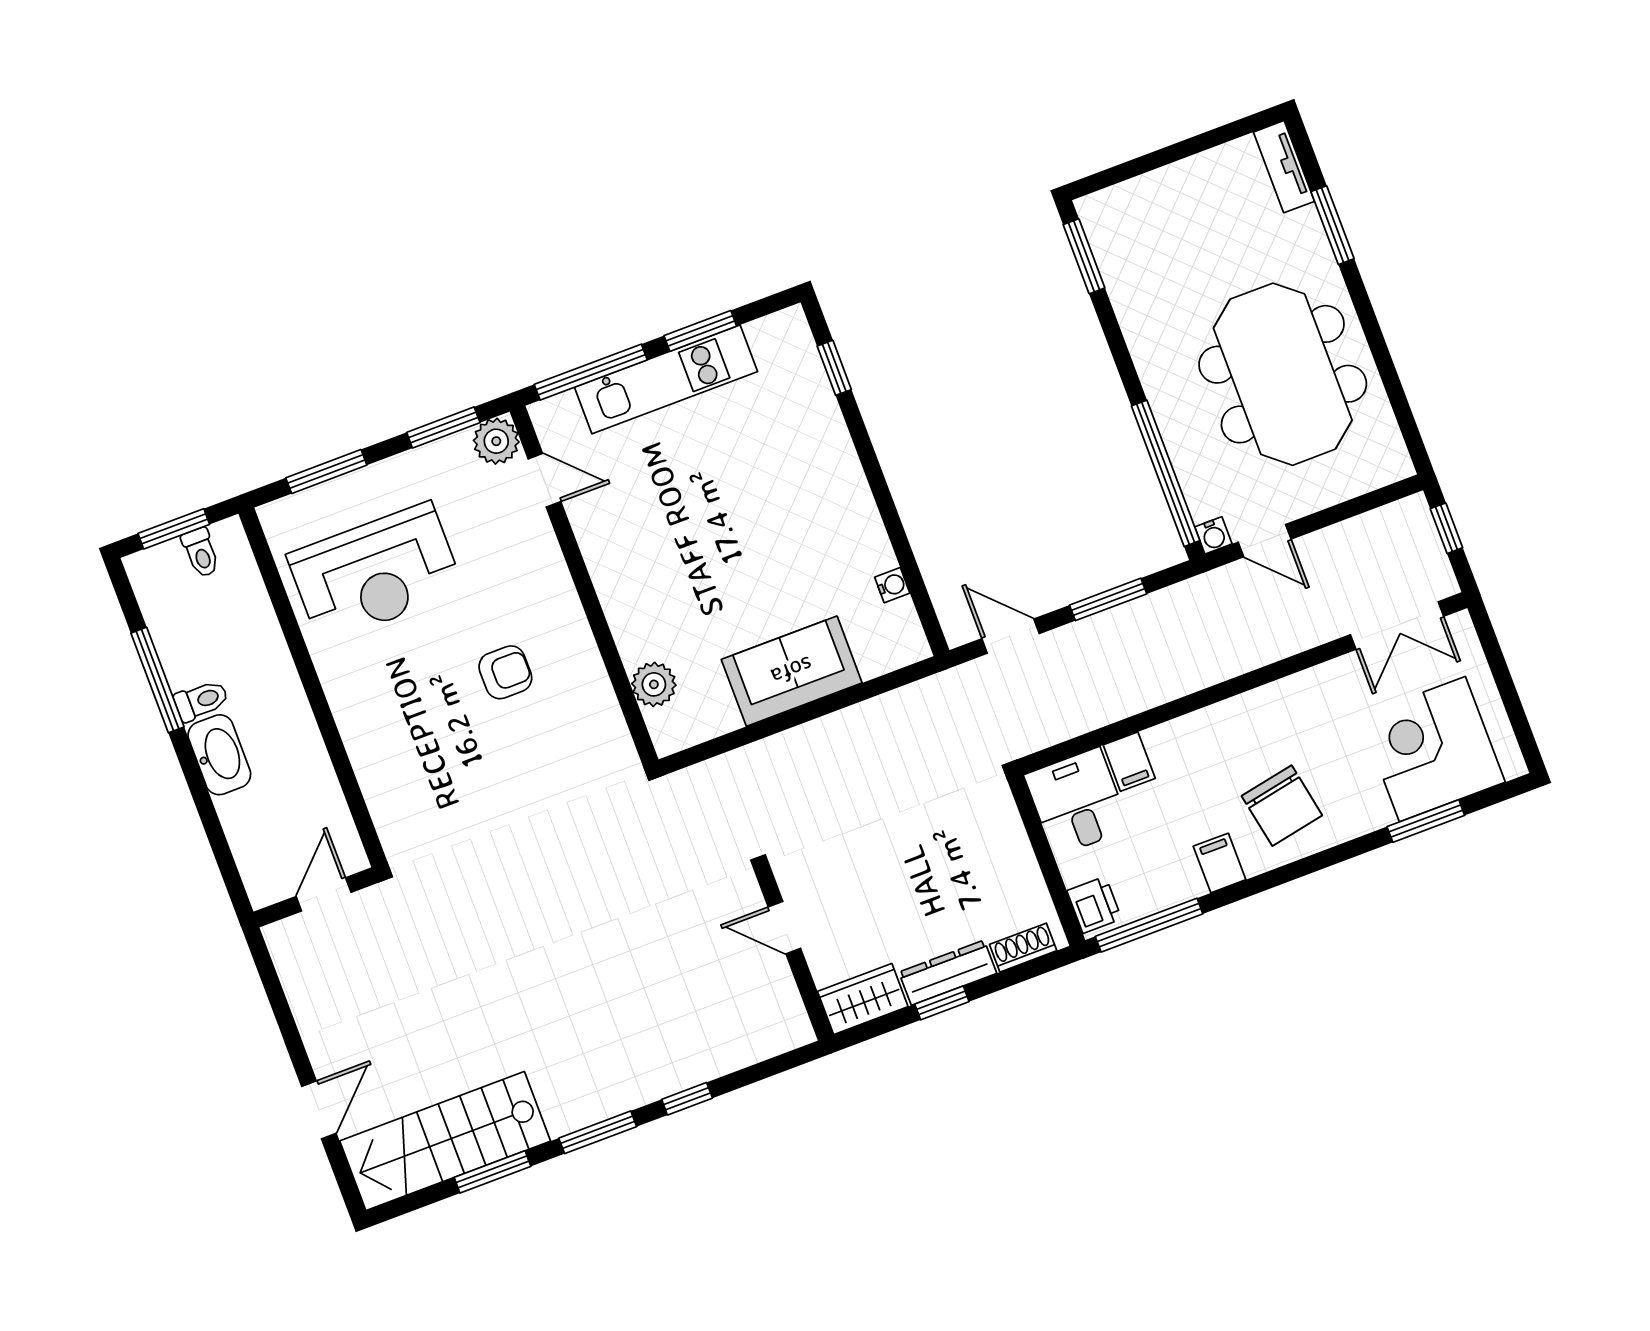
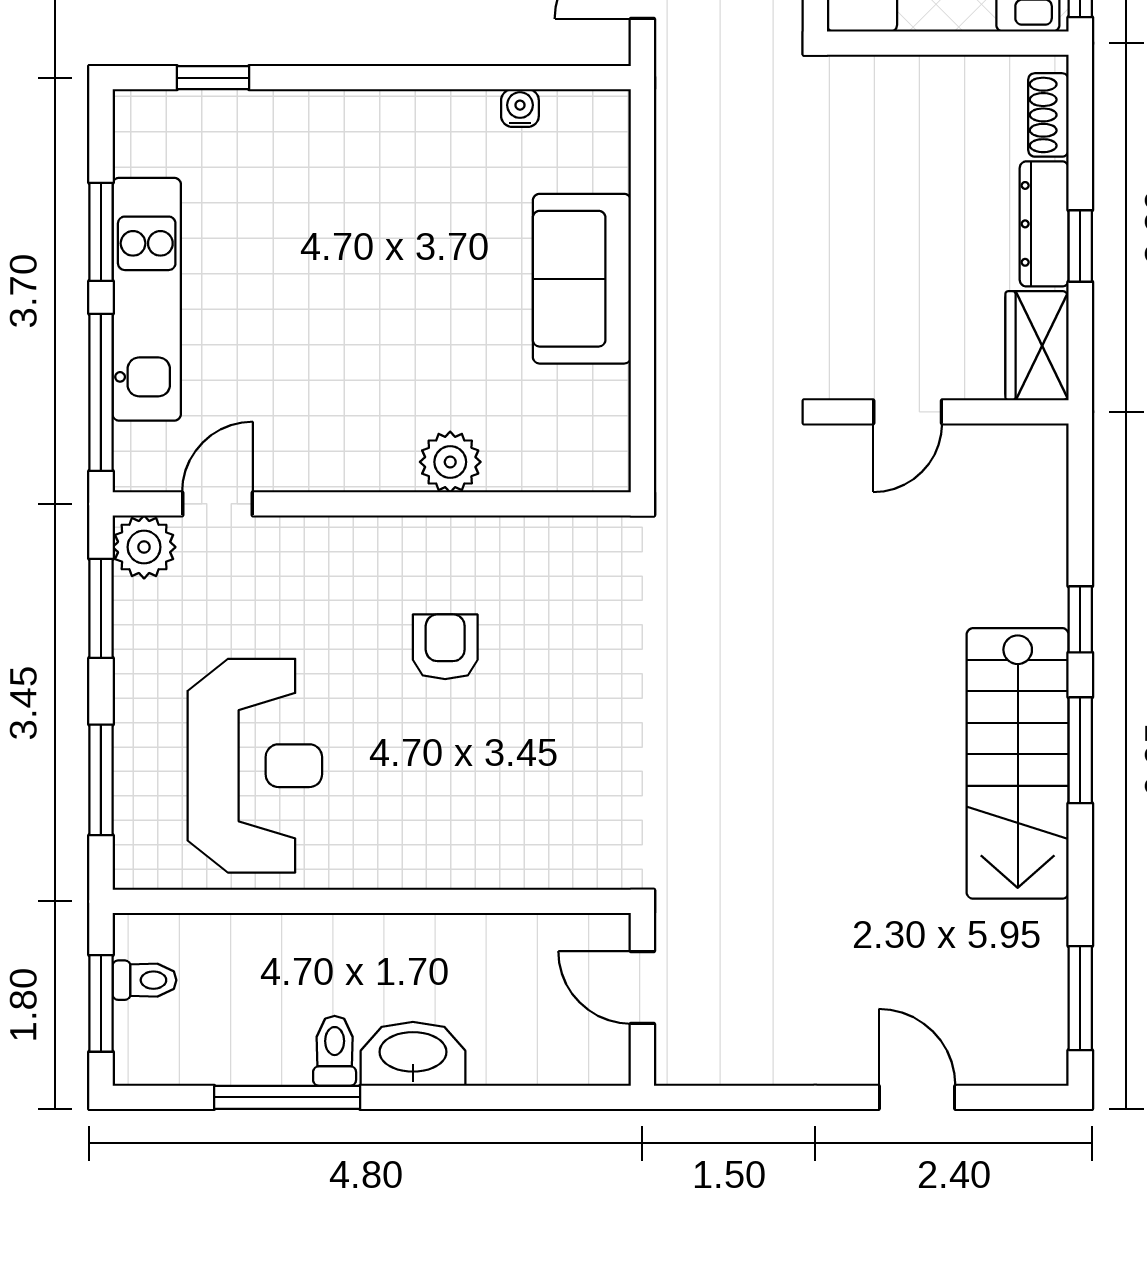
plant: (654, 684) -> (450, 462), moved
stairs: (445, 1141) -> (1018, 763), moved
window: (492, 1172) -> (1080, 998), moved

